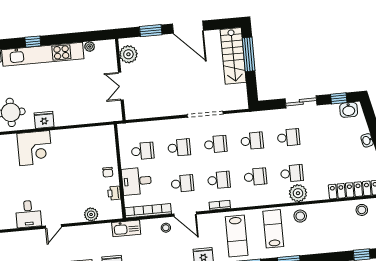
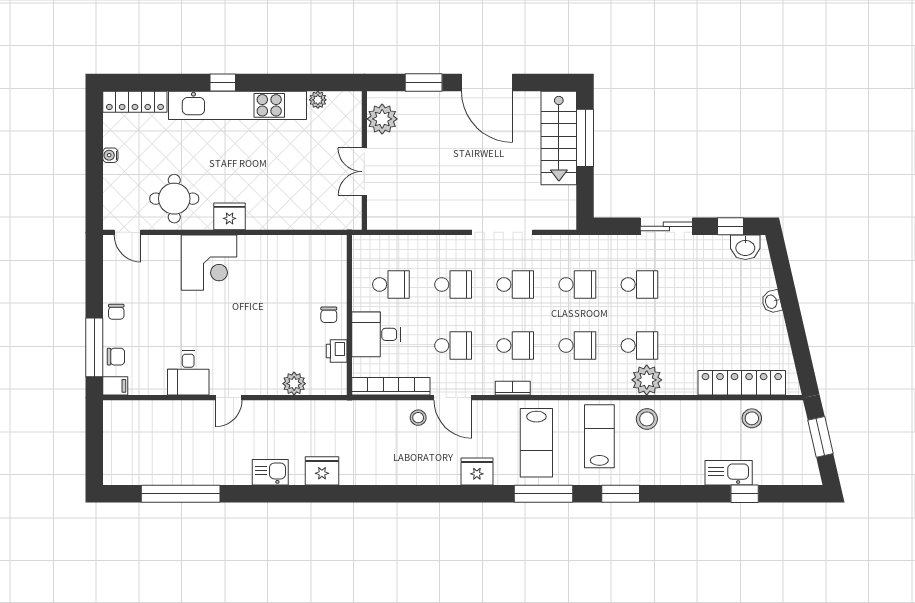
kitchen sink: (126, 228) -> (729, 473), moved, turned 180

